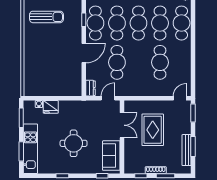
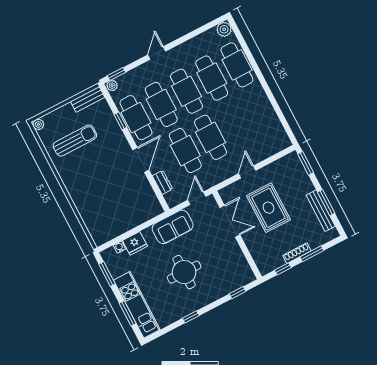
cafe table: (160, 62) -> (211, 137), moved
dresser: (91, 88) -> (162, 182), moved
door: (180, 98) -> (247, 172), moved
sofa: (111, 156) -> (173, 227), moved, turned -90

